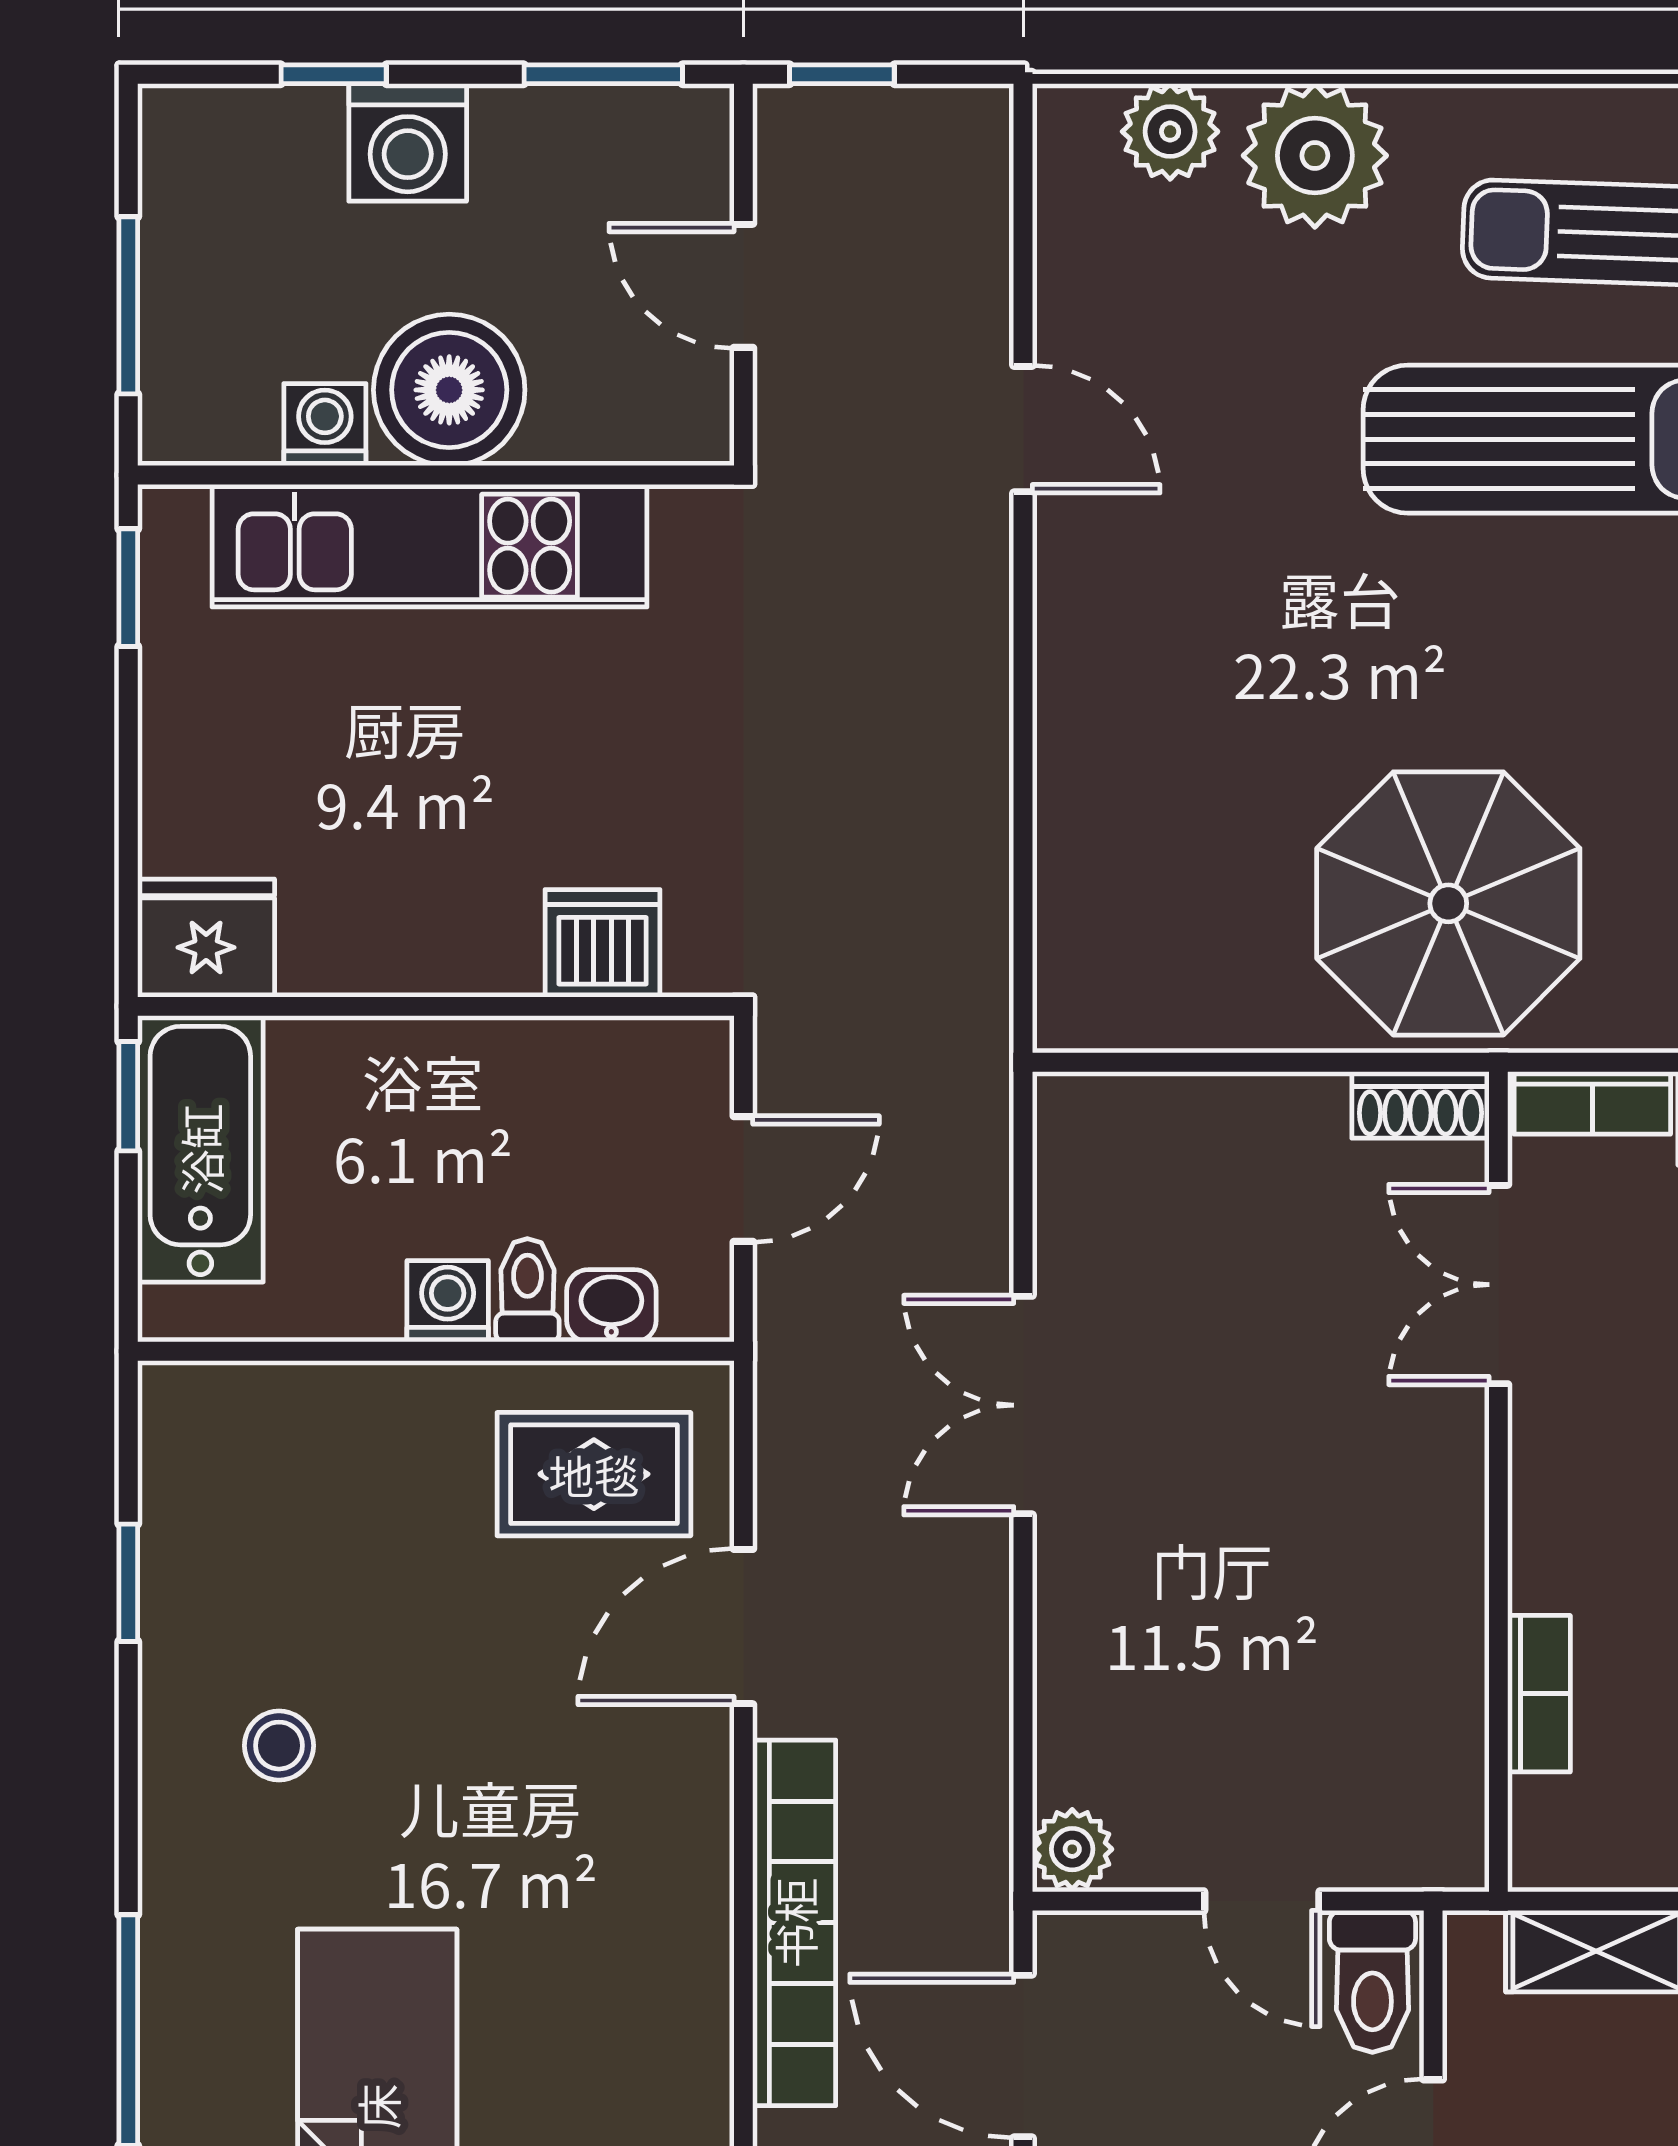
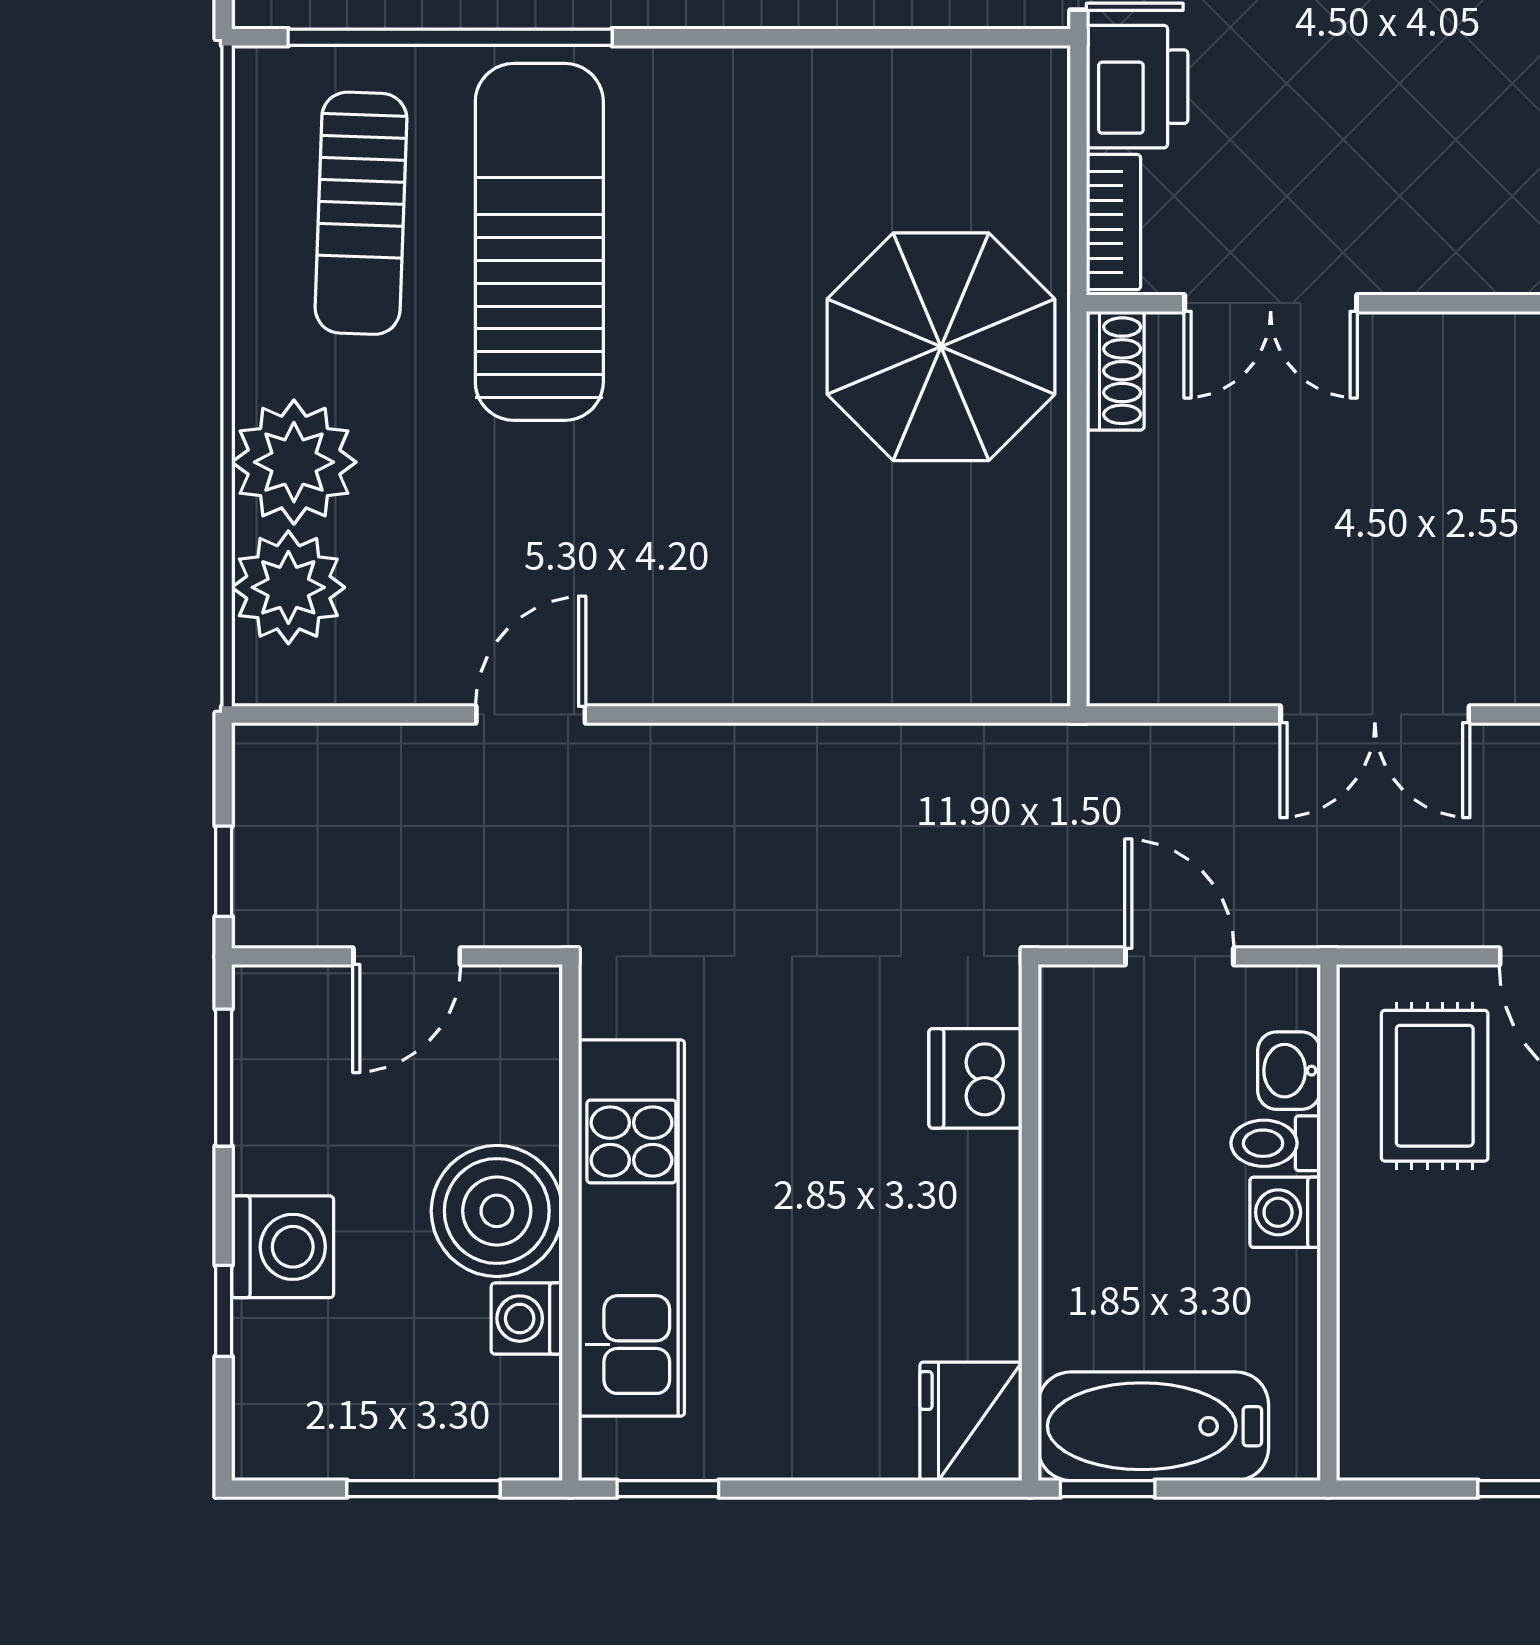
plant: (1170, 132) -> (288, 587), width x1.36, depth x1.36

